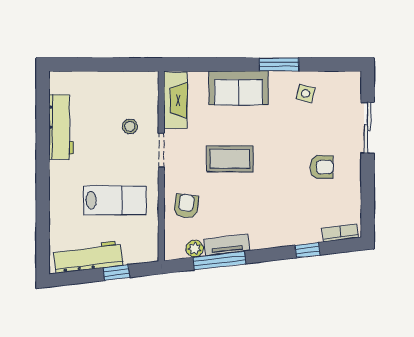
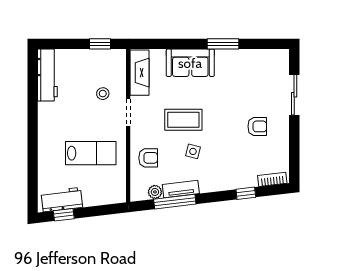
window: (126, 64) -> (100, 44), added
side table: (306, 94) -> (193, 151), moved
workbench: (61, 127) -> (47, 75), moved
armchair: (186, 206) -> (148, 158), turned 83
workbench: (88, 257) -> (62, 200), width x0.73
window: (116, 273) -> (64, 215), moved

